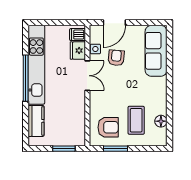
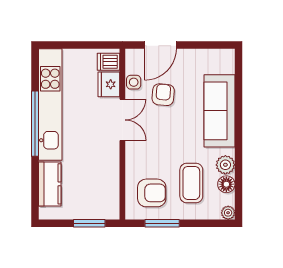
sofa: (156, 51) -> (219, 111), moved
plant: (160, 107) -> (225, 165), added
plant: (162, 141) -> (228, 213), added

